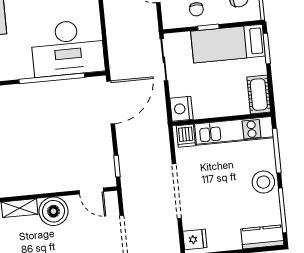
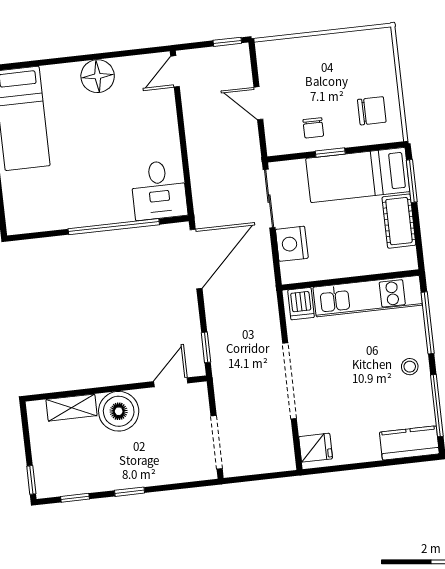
desk: (68, 48) -> (159, 190), width x0.53, depth x0.77
cot: (259, 94) -> (399, 221), moved
nightstand: (181, 109) -> (292, 244), moved
stool: (263, 182) -> (410, 367), width x0.53, depth x0.53
door: (91, 191) -> (171, 382), swing flipped

